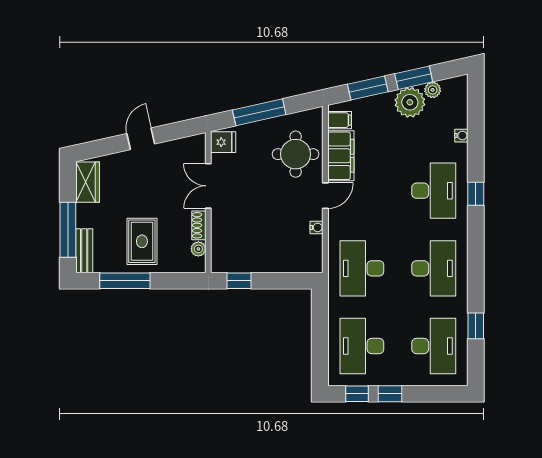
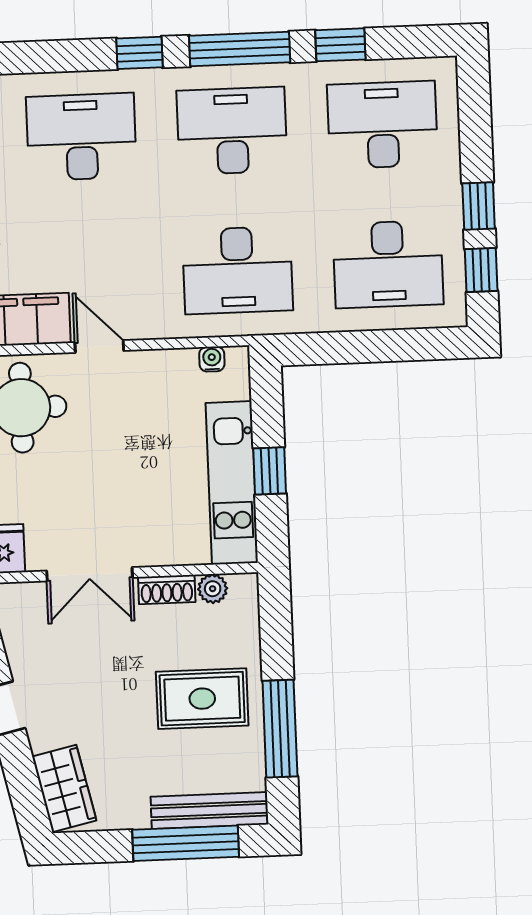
wardrobe: (88, 182) -> (64, 788), moved, turned 77
window: (476, 194) -> (139, 53), moved
water cooler: (317, 227) -> (212, 359), moved
bench: (84, 251) -> (210, 811), width x1.36
kitchen unit: (252, 261) -> (232, 483), added
window: (476, 274) -> (240, 49), added
window: (239, 281) -> (270, 471), moved

